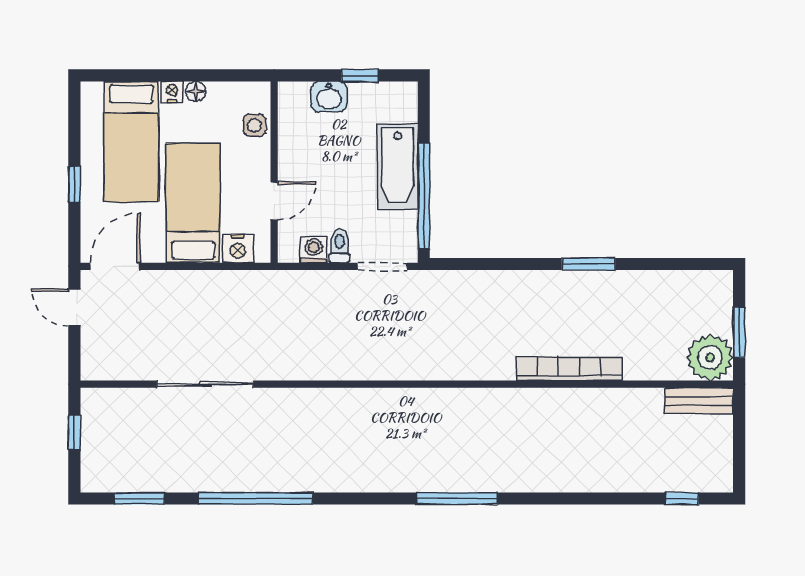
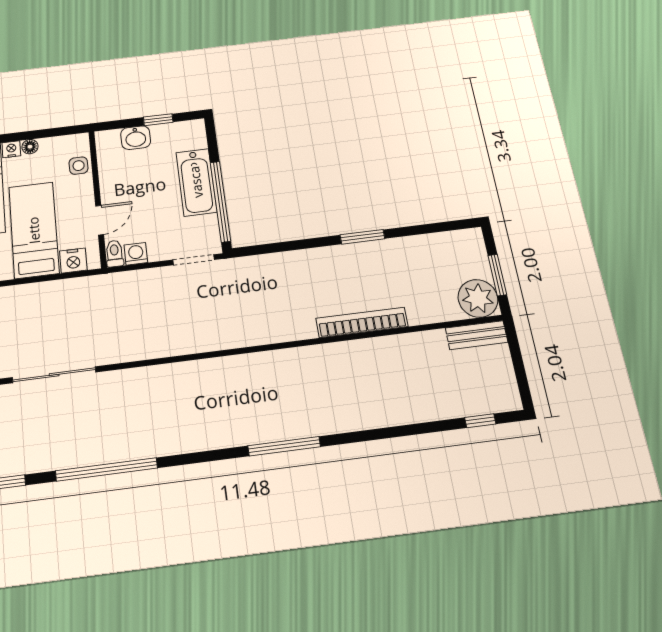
toilet: (339, 246) -> (115, 254), moved

